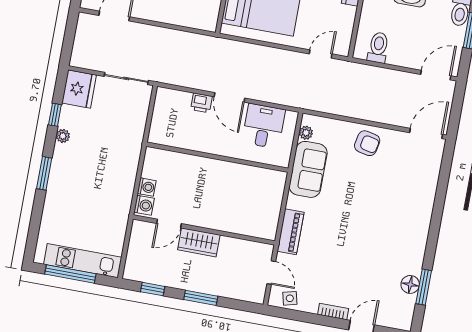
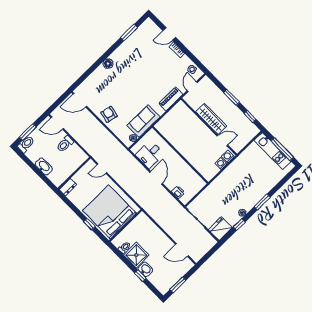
toilet: (378, 47) -> (65, 144), moved
printer: (201, 103) -> (178, 192), moved
wardrobe: (199, 242) -> (211, 119), width x1.50
floor lamp: (410, 284) -> (108, 64), moved

